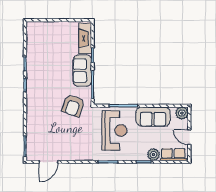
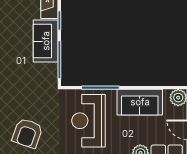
armchair: (73, 106) -> (27, 133), moved
reception desk: (114, 130) -> (88, 121), turned 180

